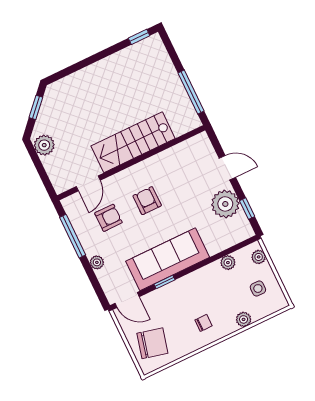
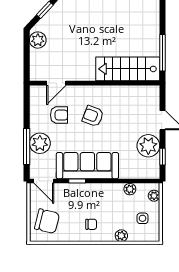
stairs: (133, 142) -> (128, 69), moved
armchair: (147, 201) -> (93, 116), turned -69
window: (73, 236) -> (27, 147), moved
plant: (97, 262) -> (40, 143), width x1.88, depth x1.88

